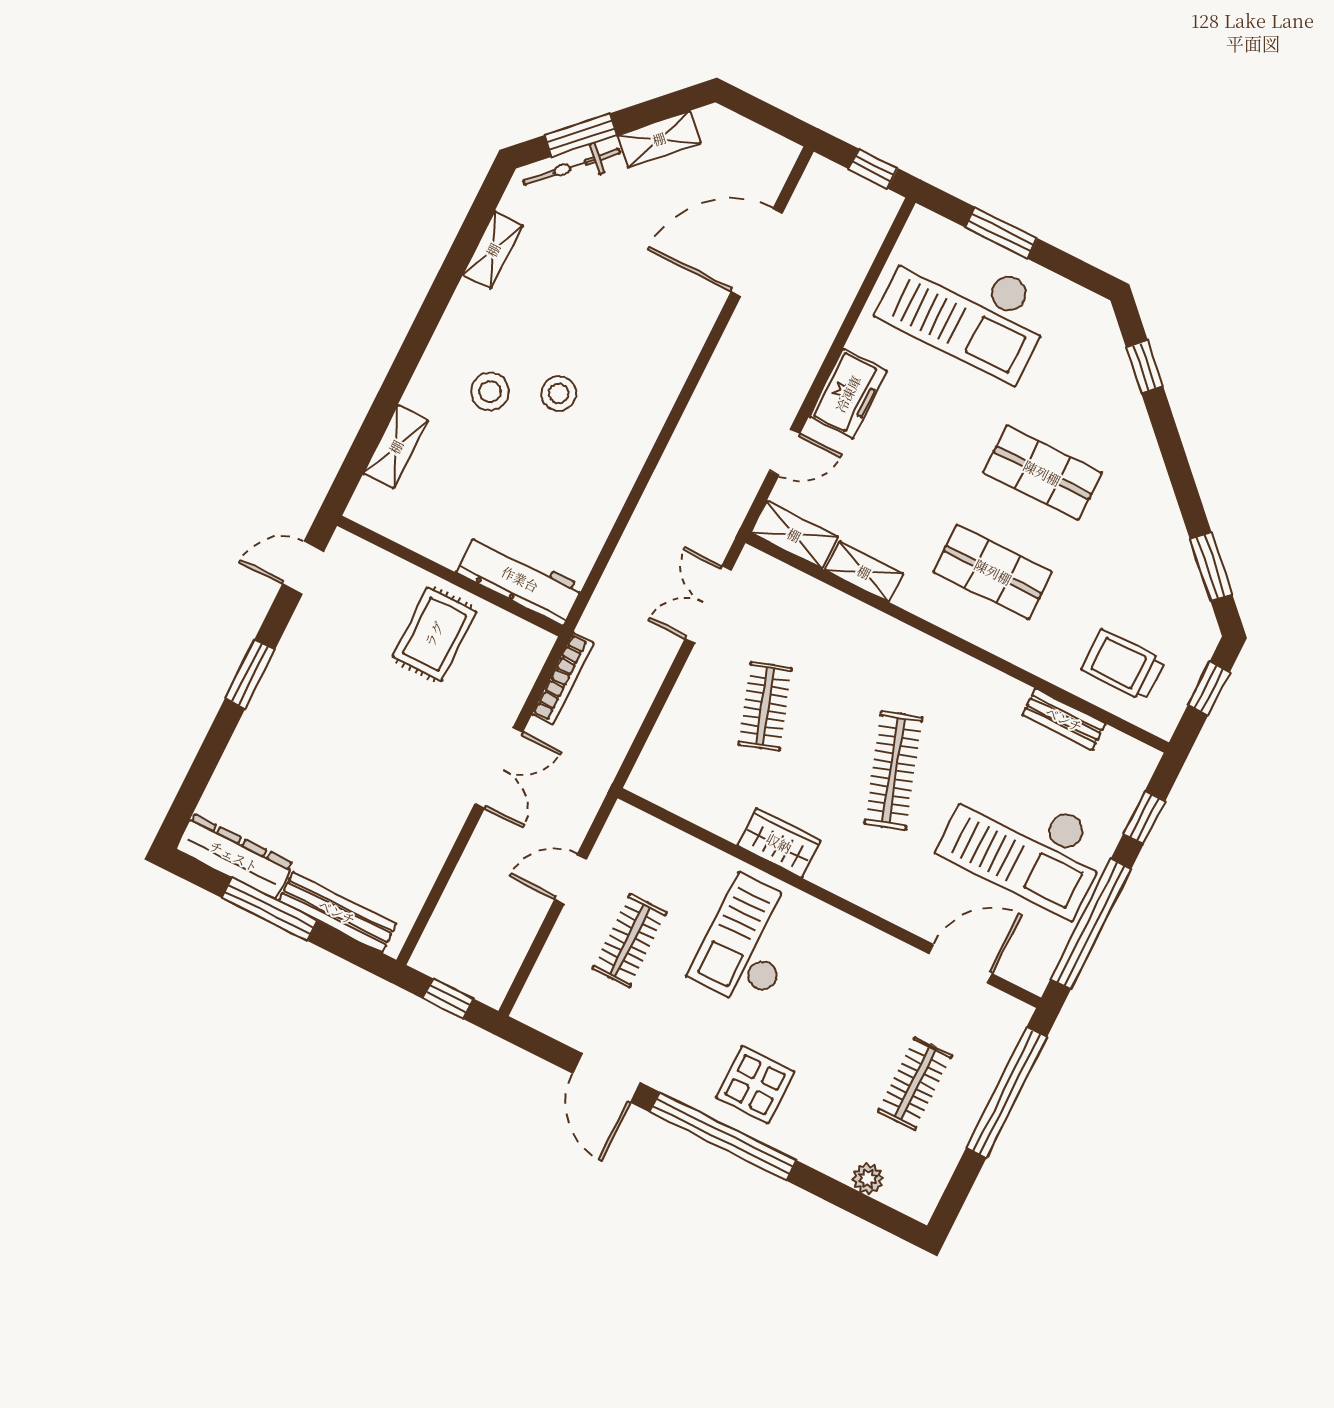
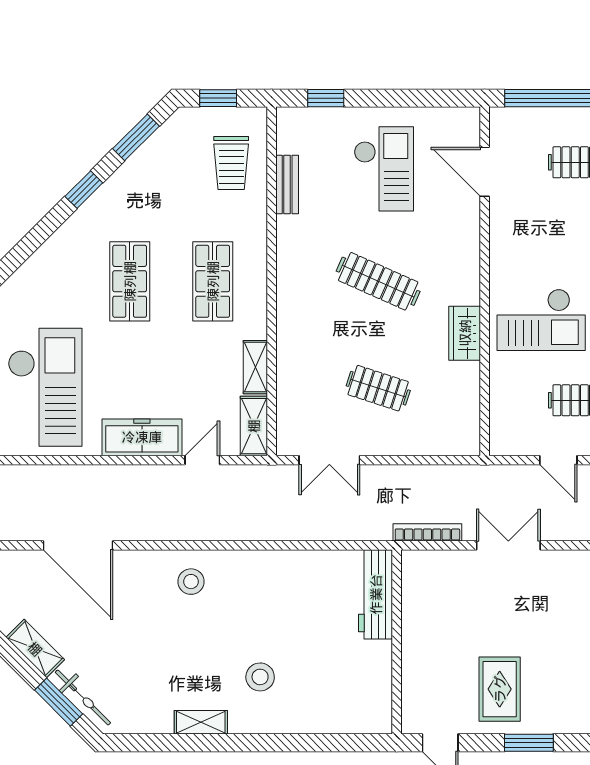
shelving: (493, 250) -> (201, 722), moved
window: (1145, 367) -> (84, 190), moved
stool: (559, 394) -> (191, 582), moved
freezer: (848, 394) -> (142, 437), width x1.40
shelving: (396, 447) -> (328, 721), removed
door: (784, 452) -> (202, 460), hinge flipped
rug: (434, 634) -> (500, 689), moved, turned 90
clothes rail: (765, 706) -> (378, 388), turned 36
clothes rail: (893, 770) -> (378, 281), turned 42
checkout: (1025, 845) -> (384, 169), width x0.73, depth x0.83
window: (1091, 924) -> (415, 98), removed

